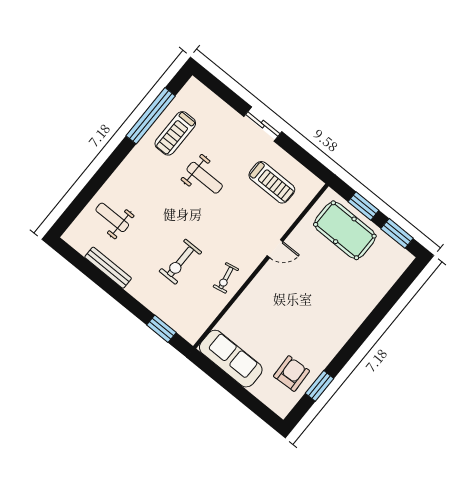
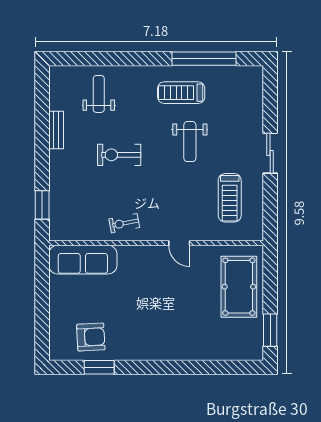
treadmill: (175, 133) -> (181, 93), moved
window: (363, 206) -> (270, 286), removed
exercise bike: (180, 262) -> (119, 155), moved
bench: (108, 268) -> (56, 130), width x0.73
sofa: (231, 359) -> (83, 260), moved, turned 90

